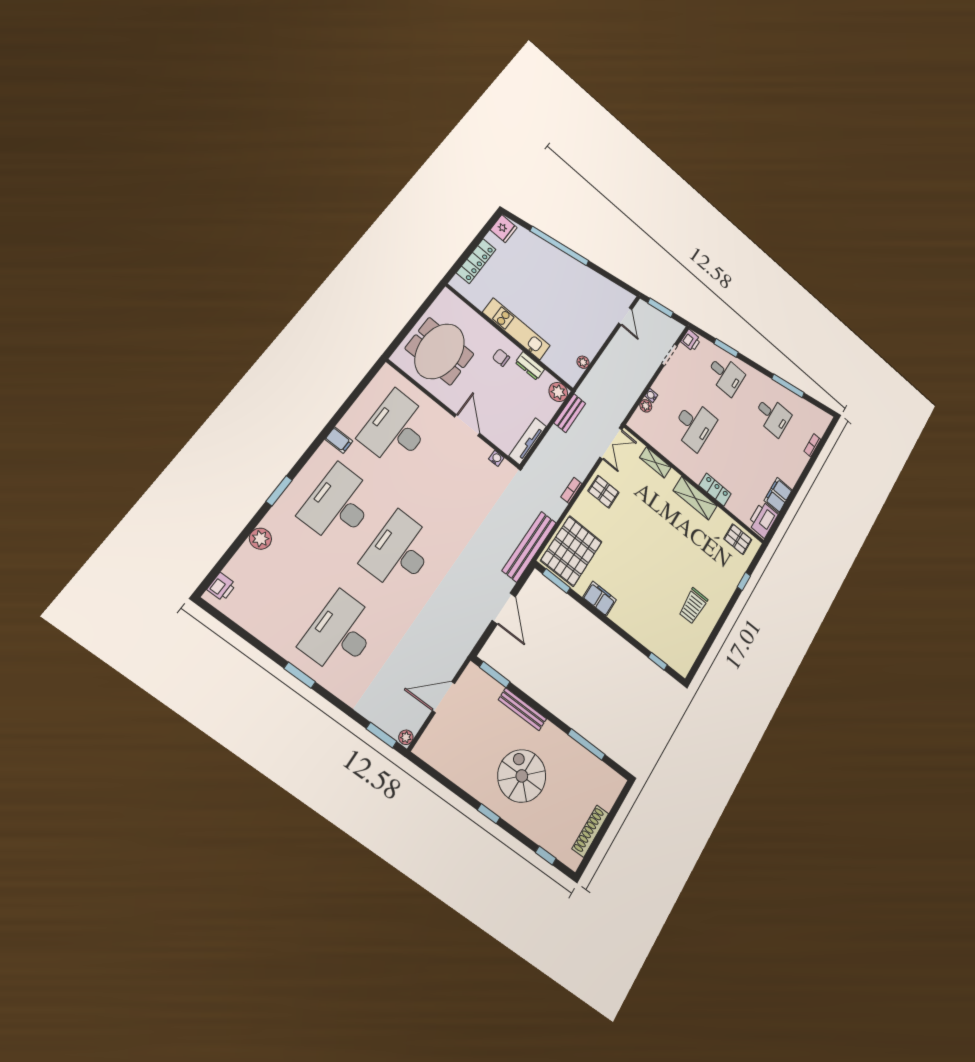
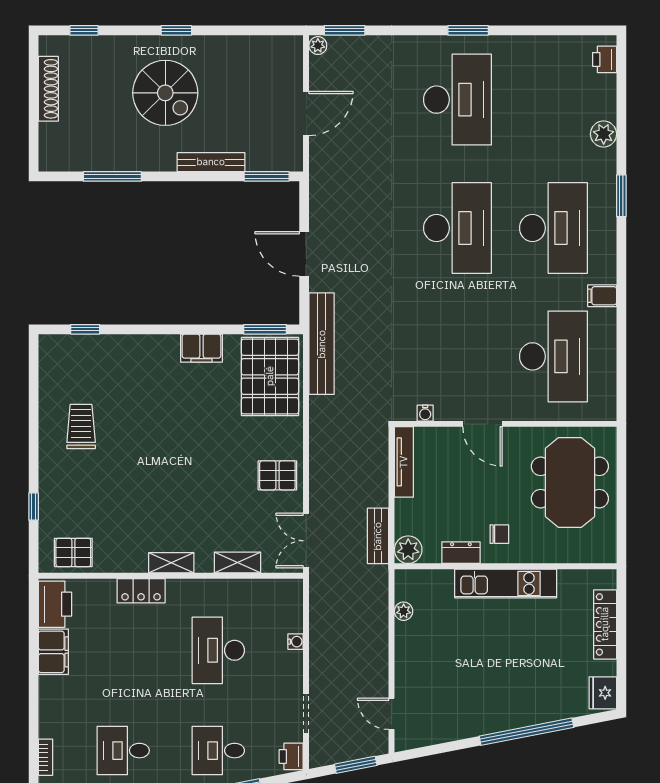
plant: (646, 406) -> (294, 623), removed
bookcase: (571, 490) -> (316, 446), removed
shelving: (695, 498) -> (171, 563), width x0.67, depth x0.75

